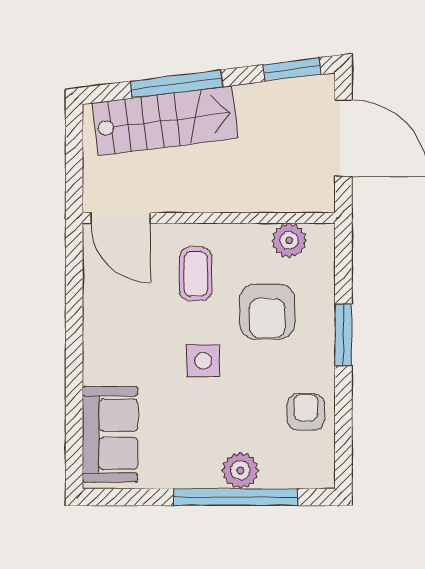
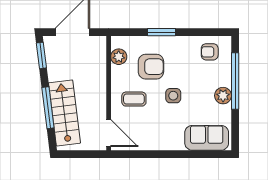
door: (120, 218) -> (109, 133), hinge flipped
armchair: (306, 412) -> (210, 52), moved
plant: (240, 470) -> (223, 96), moved

